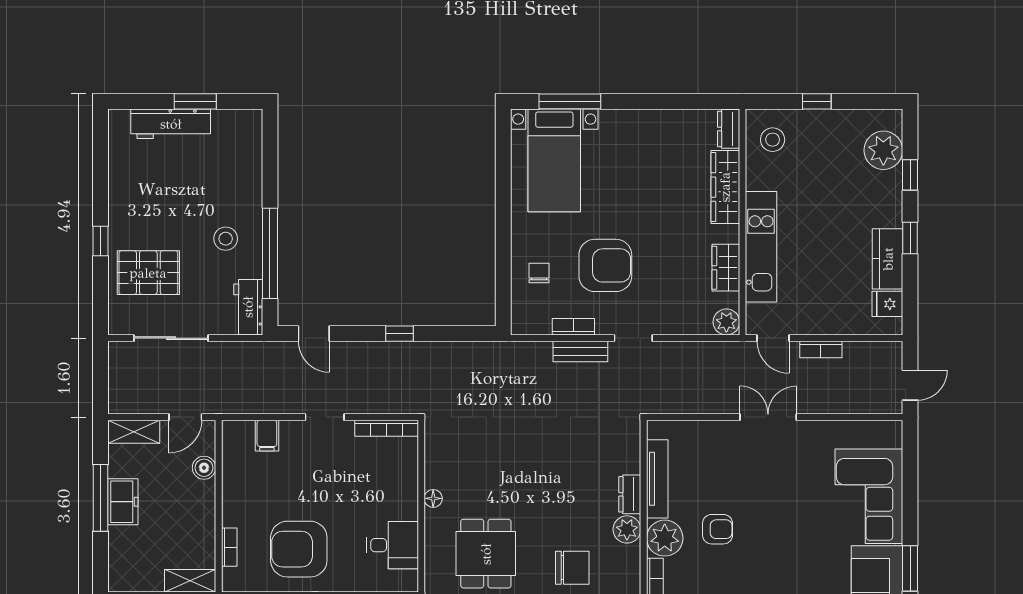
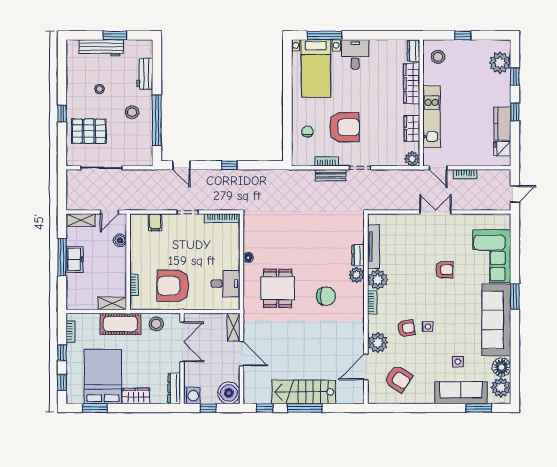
desk: (624, 135) -> (355, 54), added
stool: (167, 197) -> (99, 89), added
workbench: (248, 307) -> (145, 74), moved
armchair: (718, 529) -> (444, 270), moved

